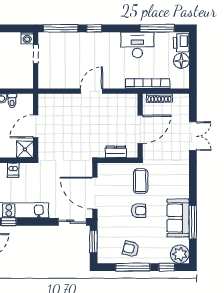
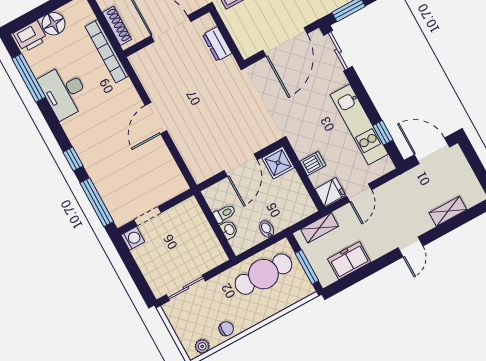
door: (92, 91) -> (156, 118), hinge flipped
door: (36, 126) -> (241, 165), hinge flipped

